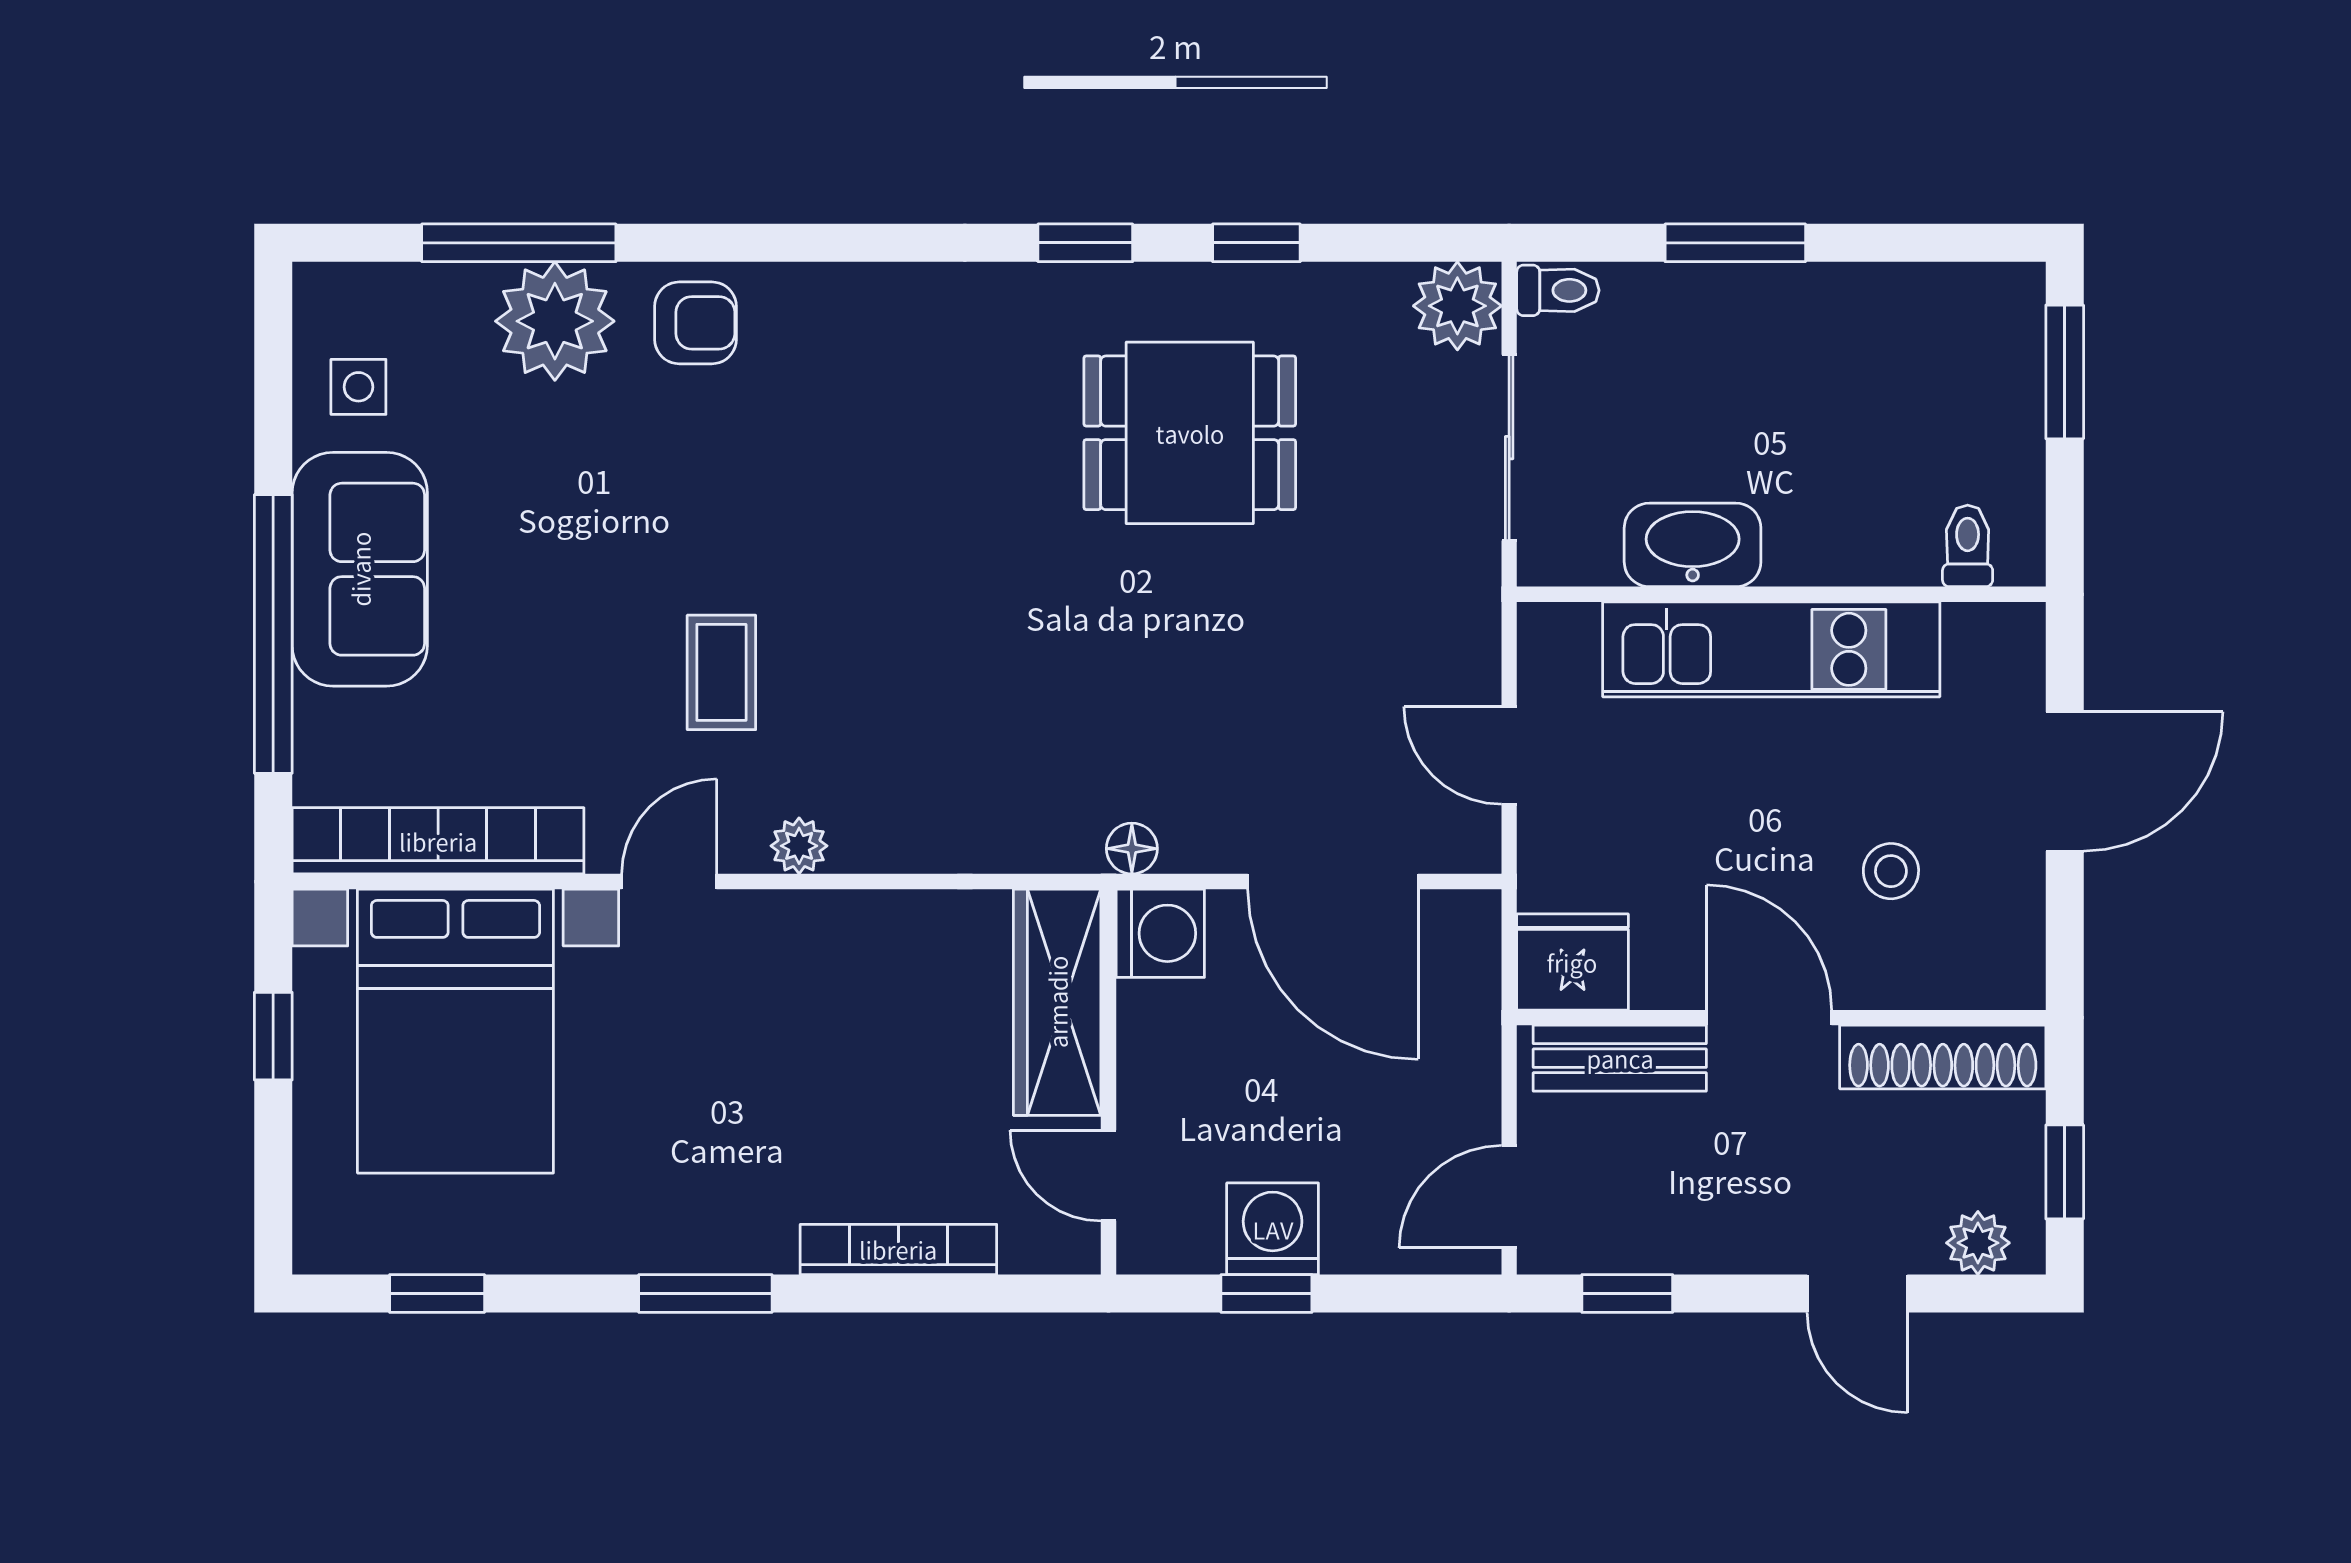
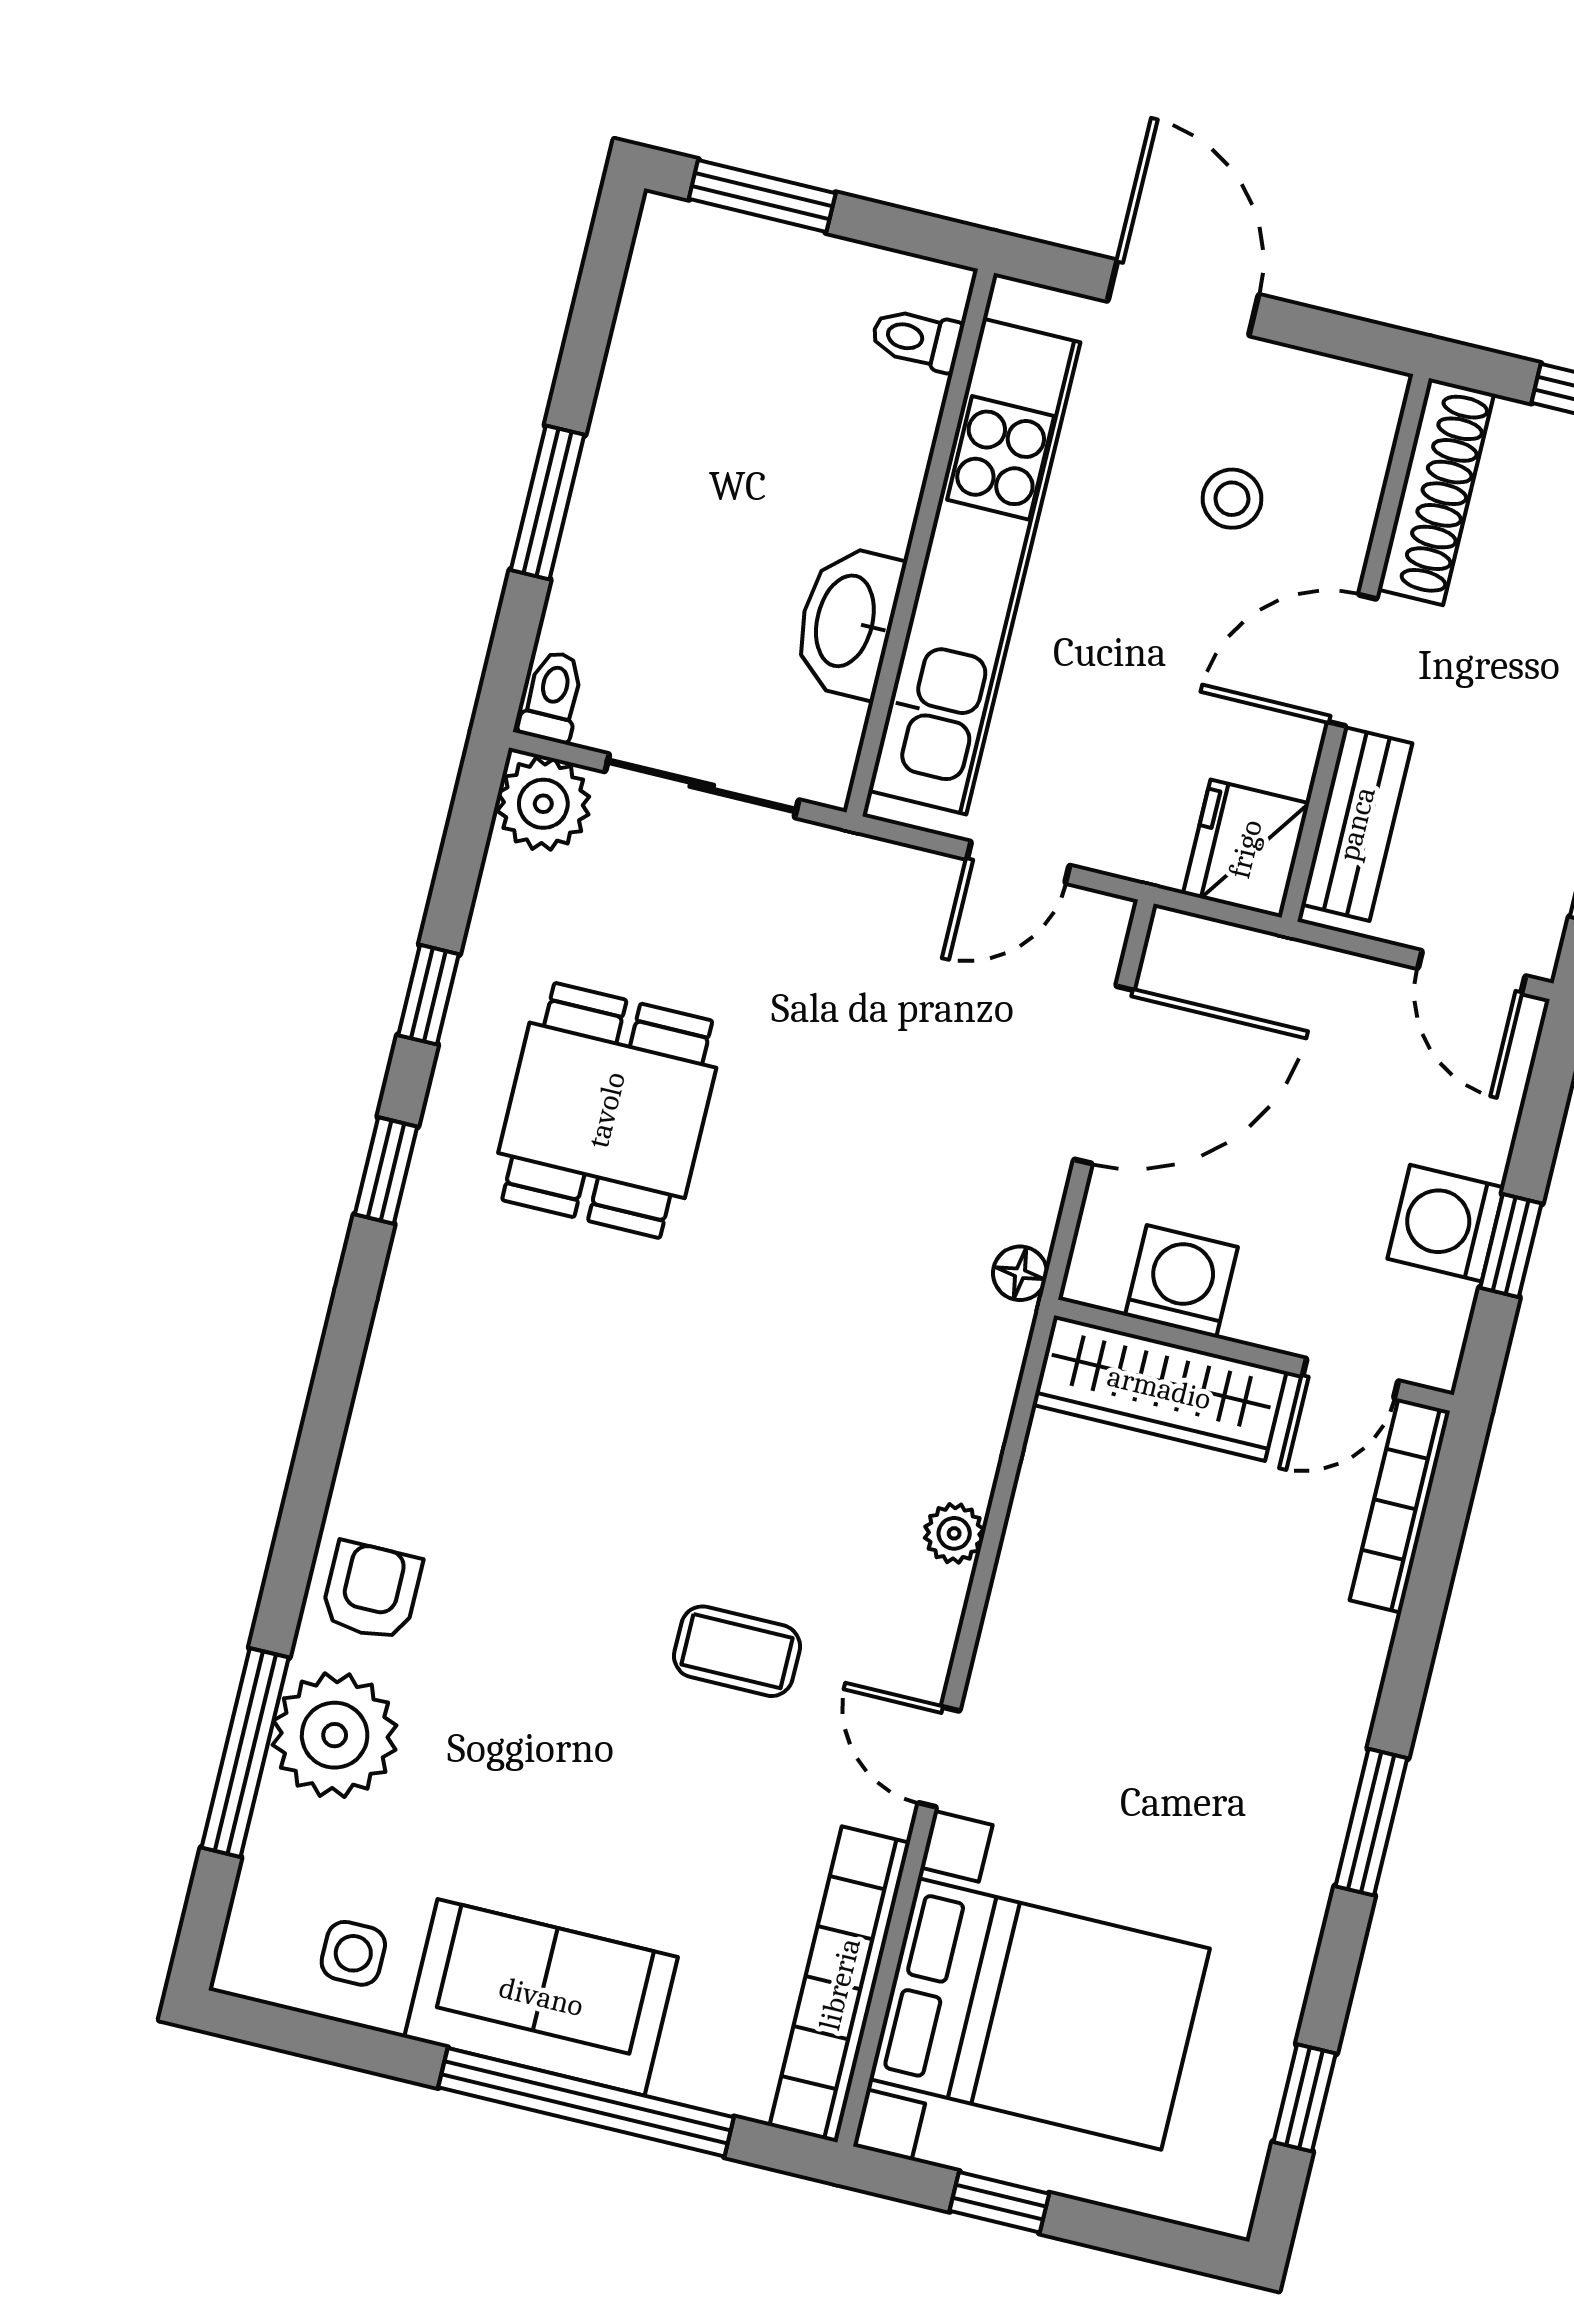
kitchen unit: (1771, 649) -> (974, 567), width x1.36
plant: (799, 846) -> (954, 1533), moved
washing machine: (1160, 933) -> (1181, 1281), moved
bookcase: (898, 1249) -> (1400, 1506), moved

